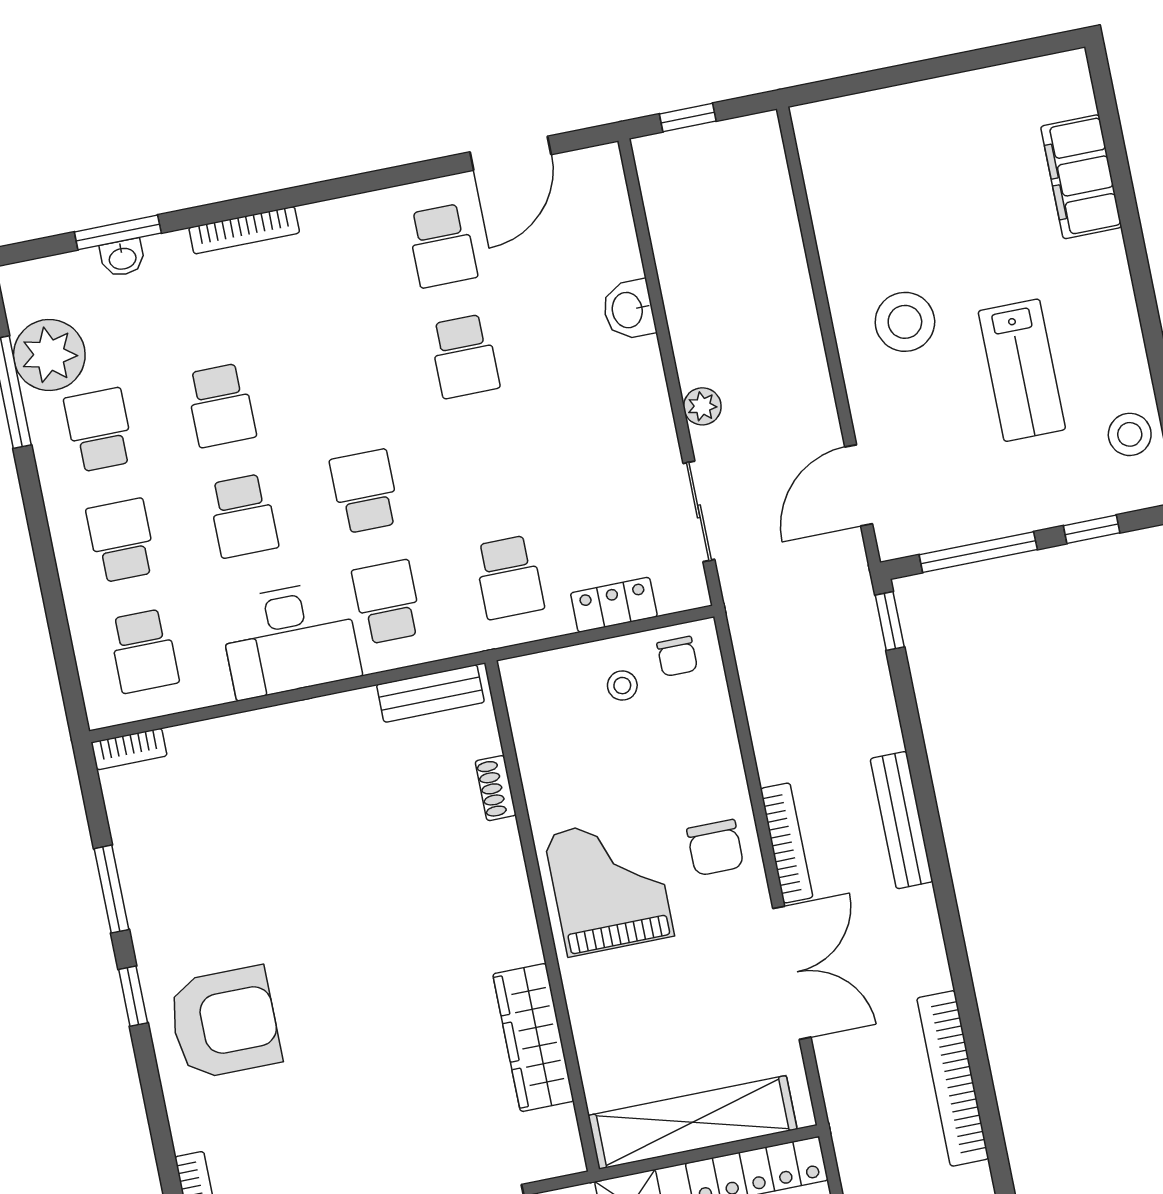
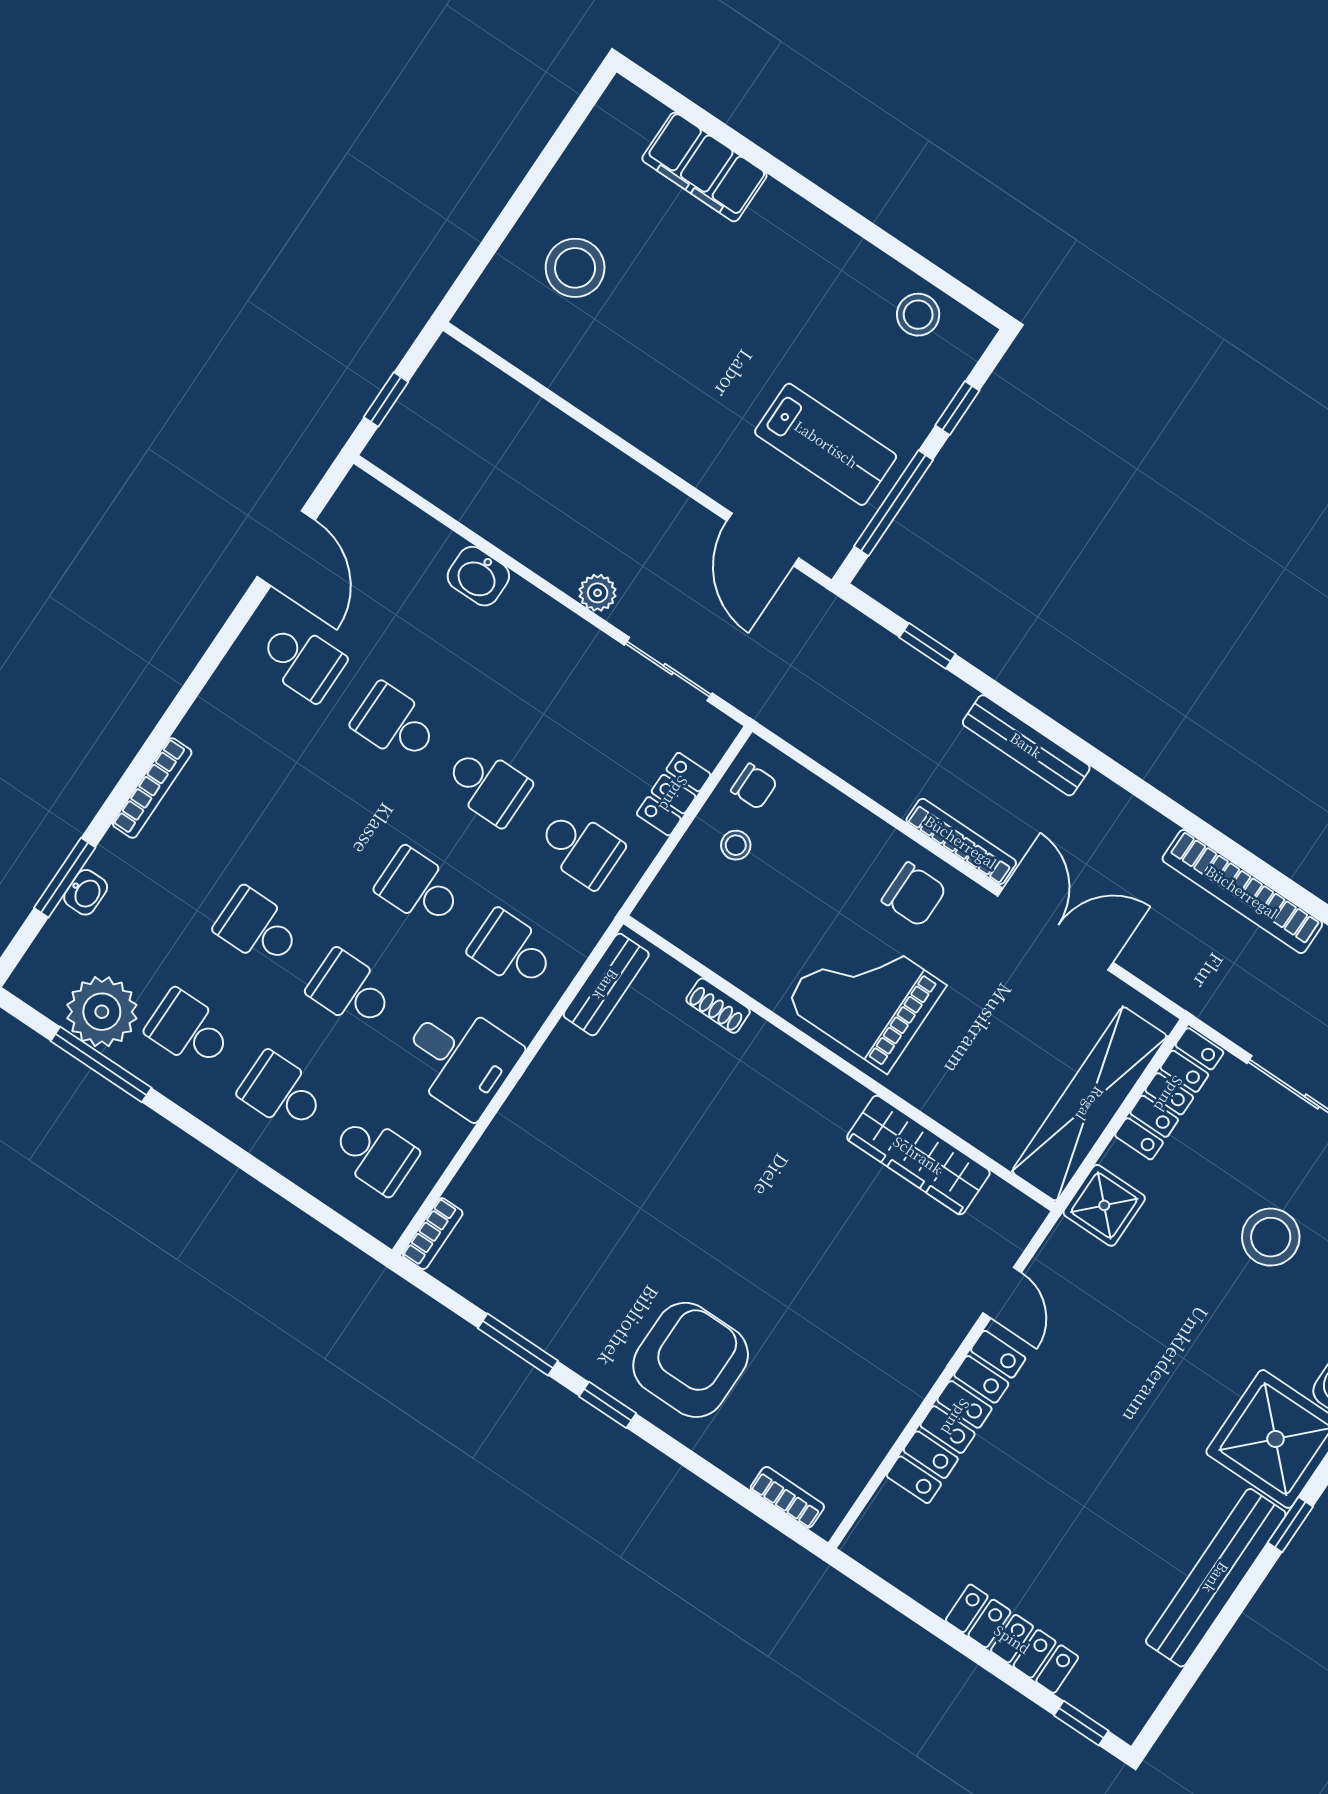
stool: (905, 322) -> (575, 268), moved
school desk: (464, 356) -> (395, 723), turned 180
lab bench: (1022, 370) -> (826, 444), moved
school desk: (221, 405) -> (258, 928), turned 180
school desk: (487, 467) -> (488, 786), added
school desk: (243, 516) -> (350, 990), turned 180
window: (890, 621) -> (927, 646), moved
desk: (290, 639) -> (460, 1059), width x0.73

